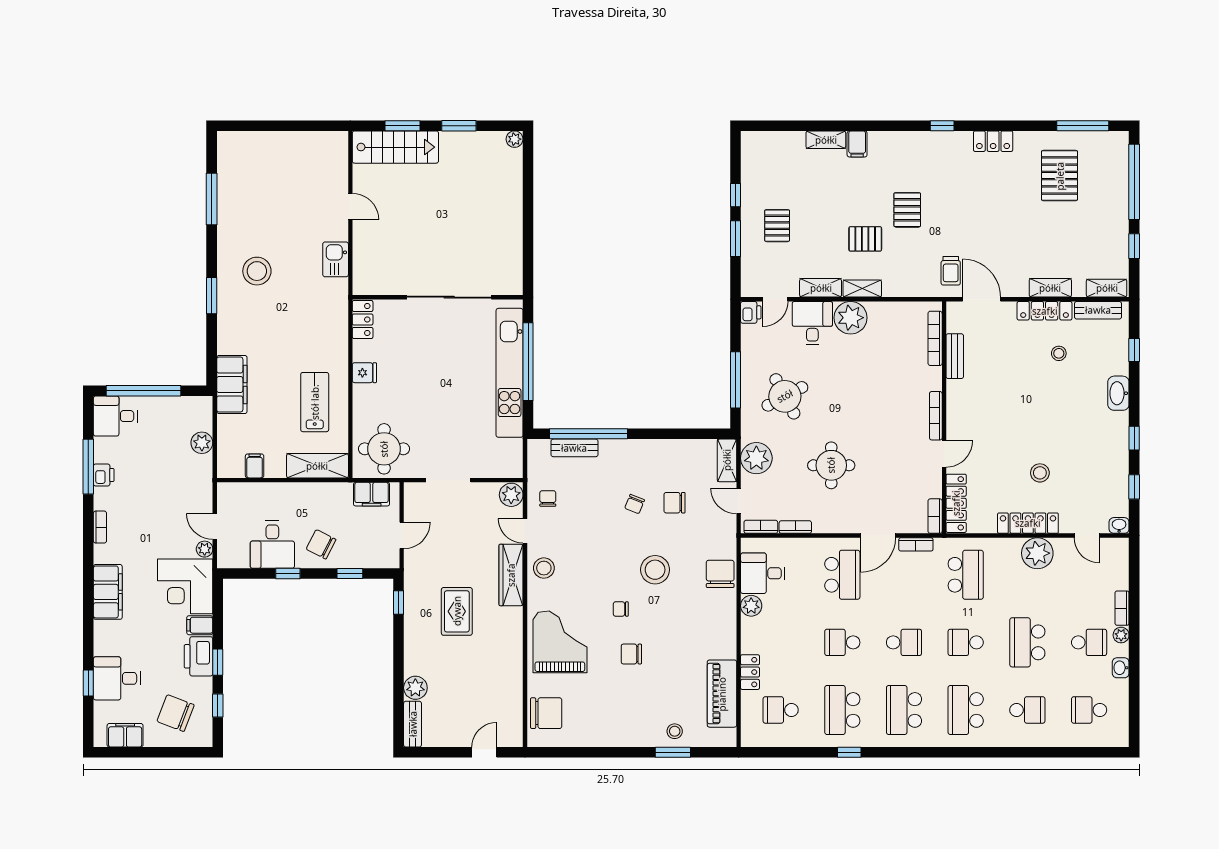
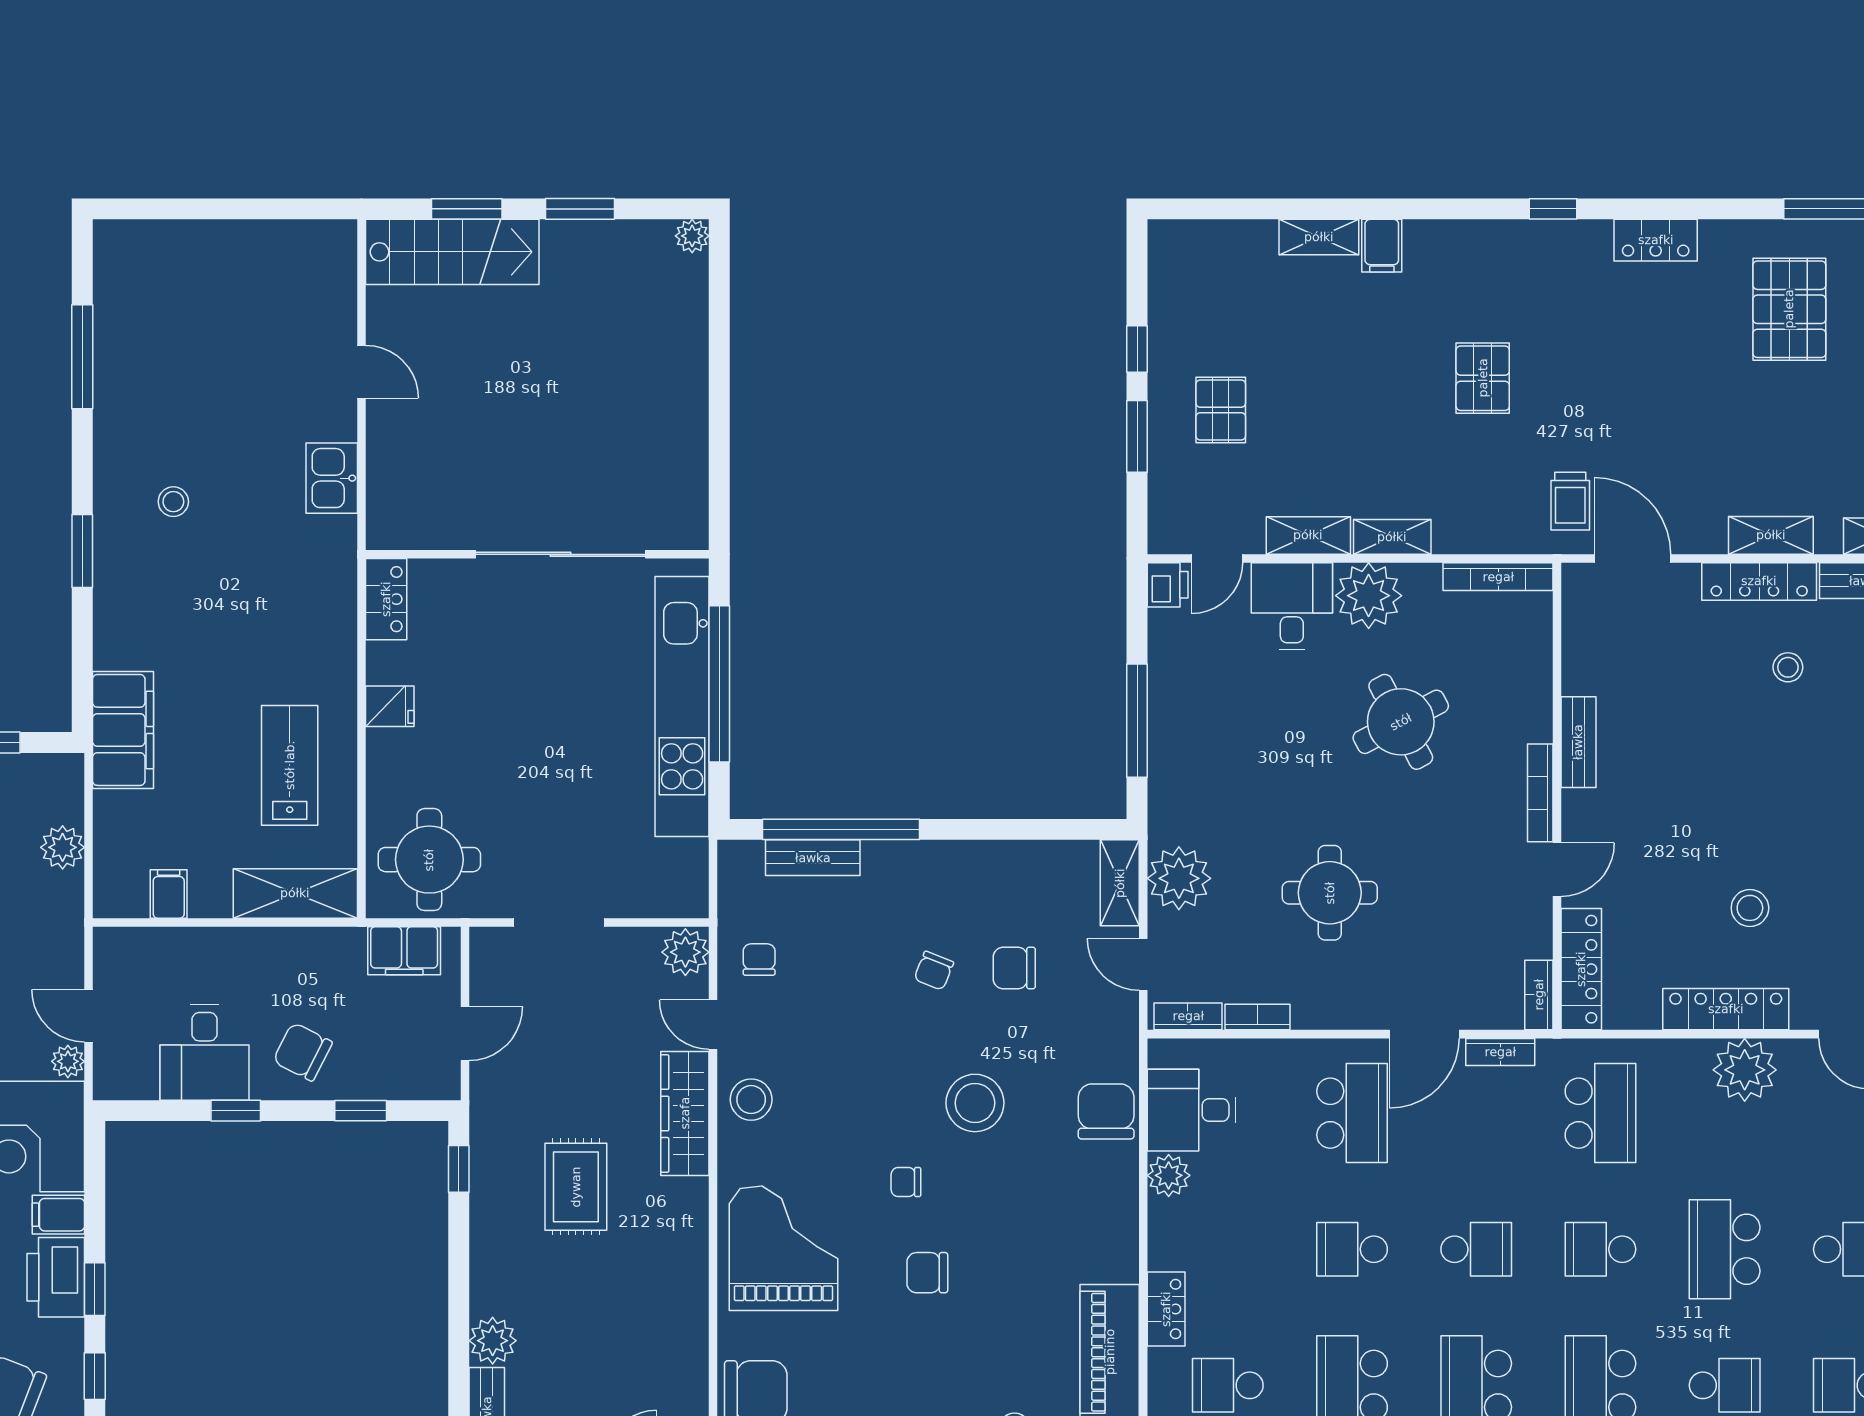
pallet: (865, 239) -> (1398, 437), removed
stool: (257, 271) -> (173, 502), width x0.53, depth x0.53
bookcase: (935, 338) -> (1498, 577), moved, turned -90
bench: (955, 356) -> (1578, 742), moved
round table: (785, 396) -> (1401, 722), moved

